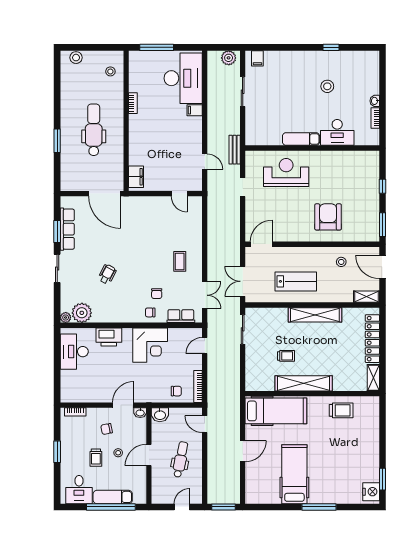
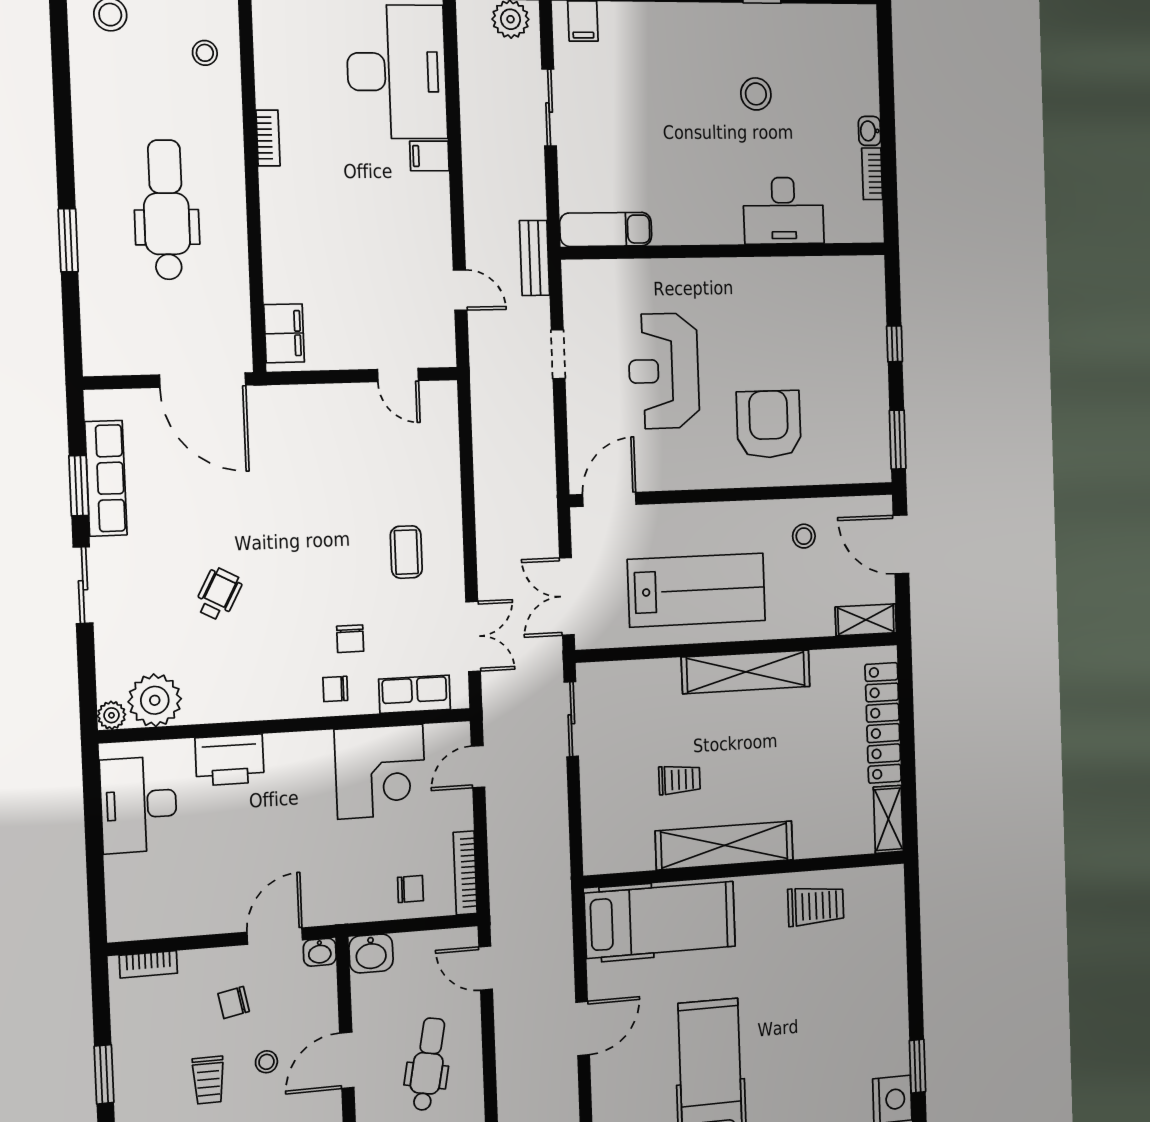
exam couch: (301, 139) -> (606, 229), moved
reception desk: (286, 172) -> (664, 371), moved, turned -90
lab bench: (296, 281) -> (697, 590), width x1.36, depth x1.39
corner desk: (150, 345) -> (380, 772), moved

